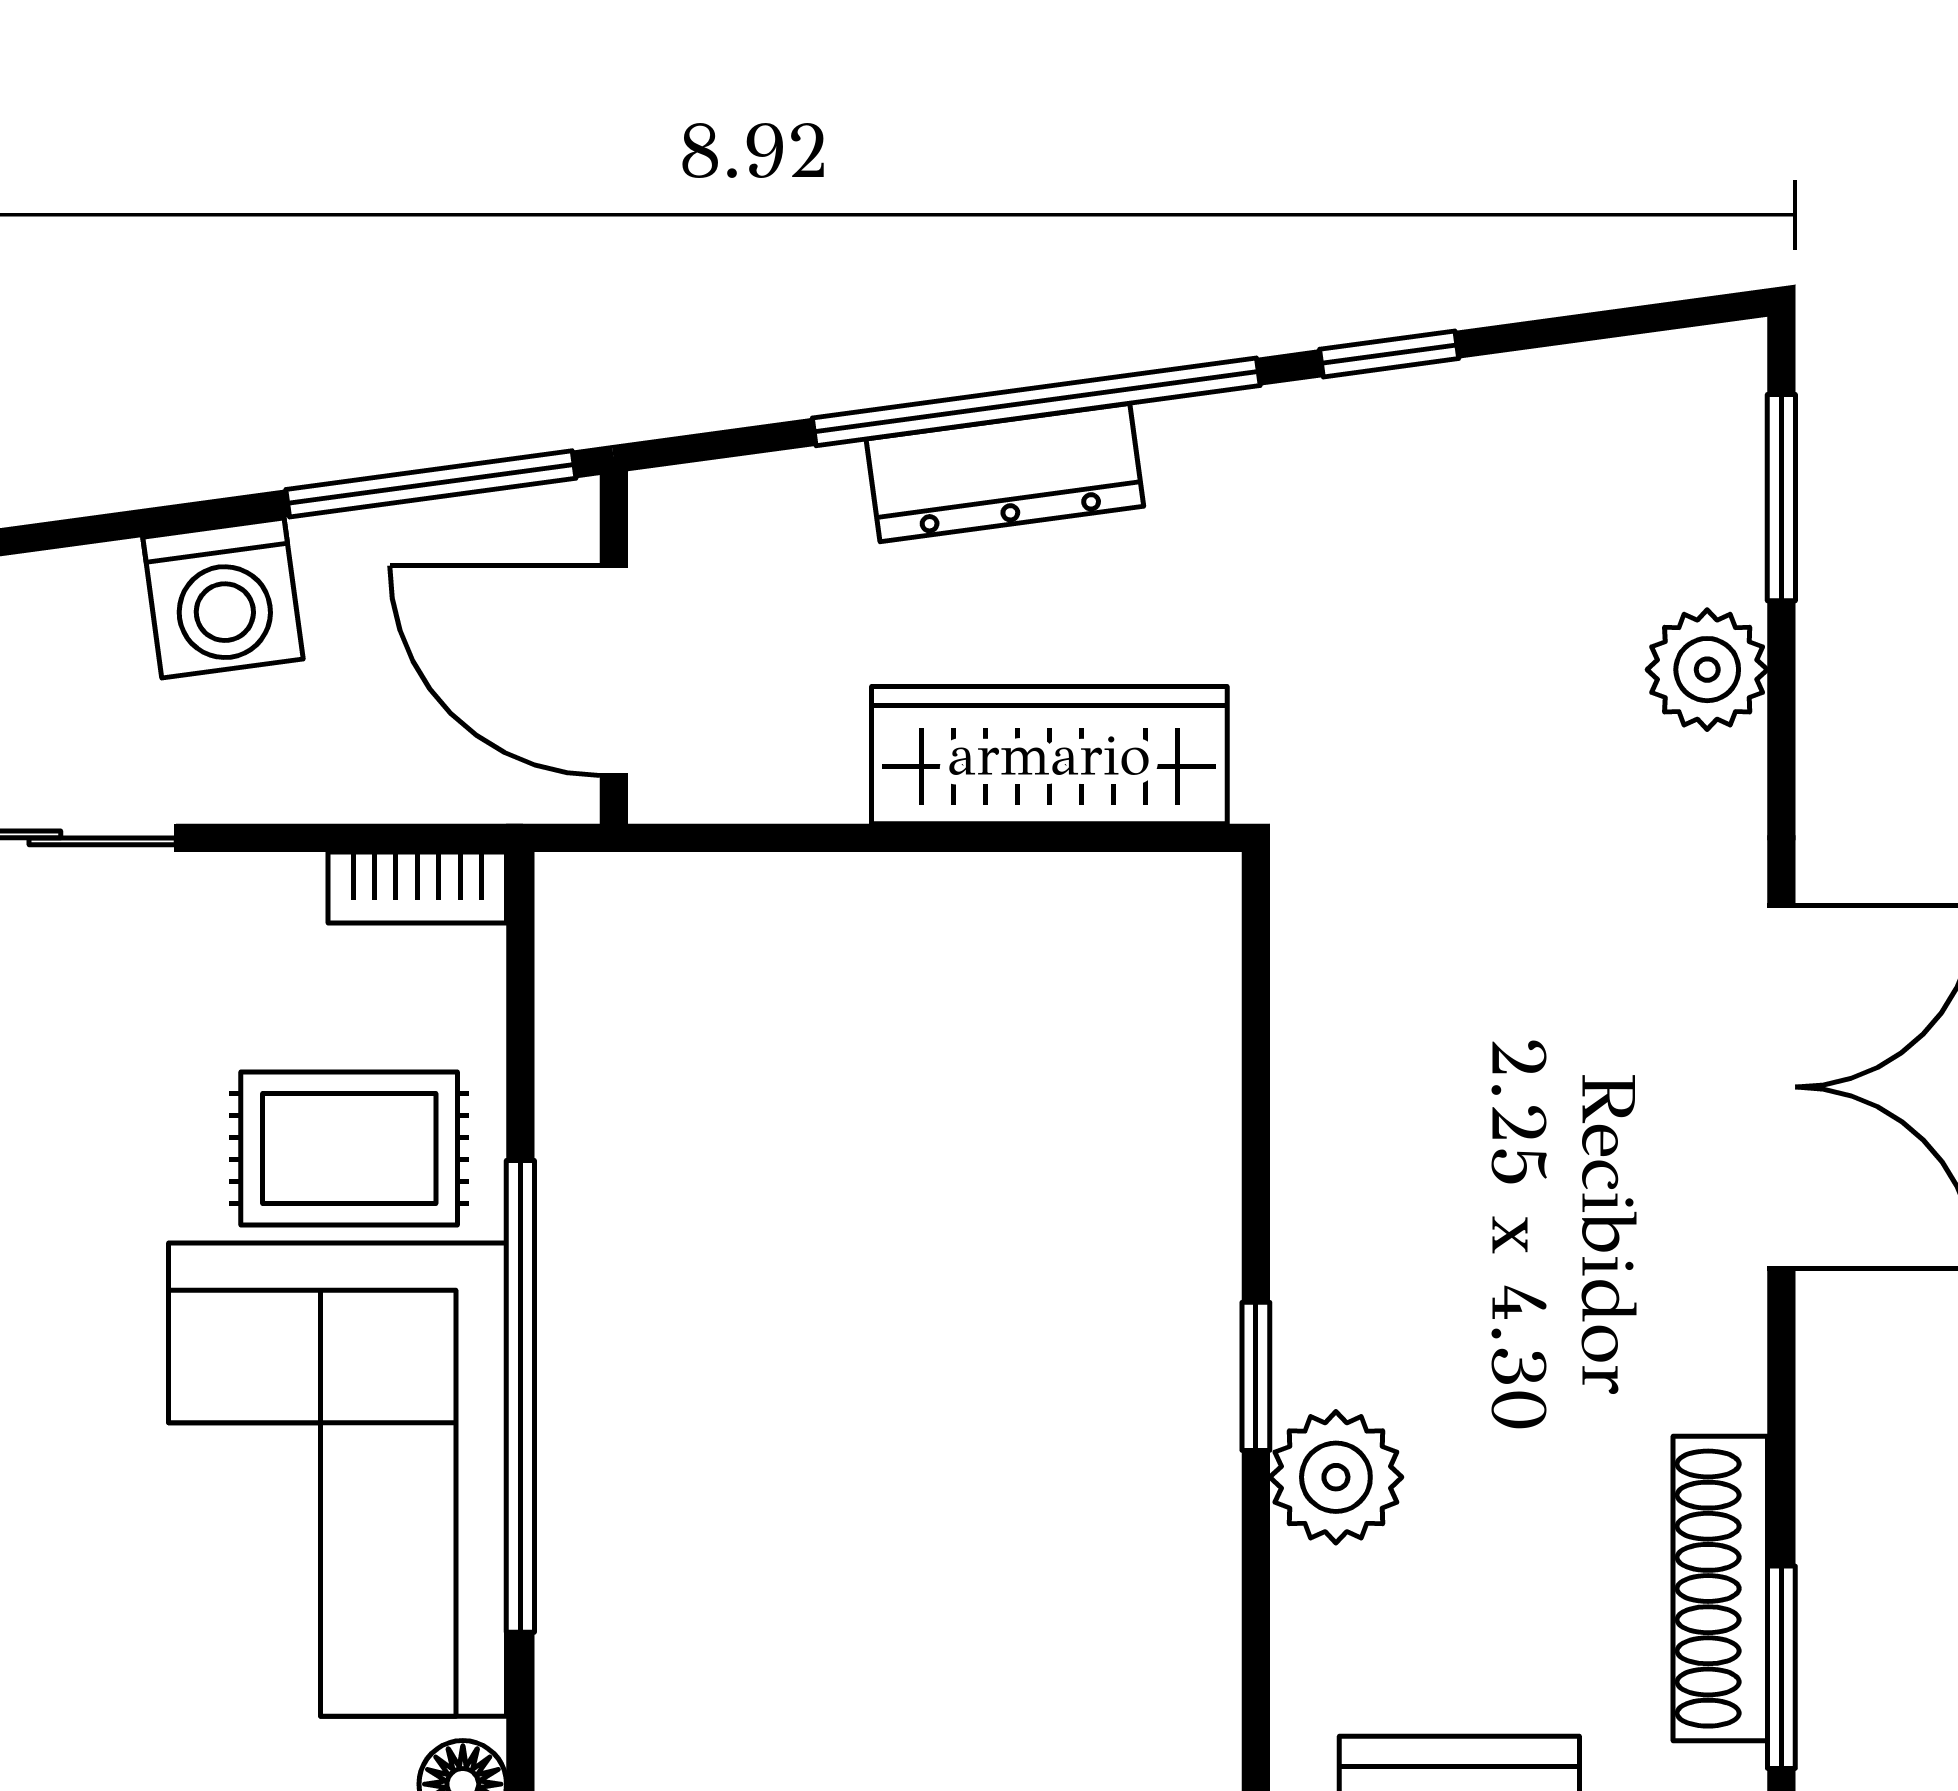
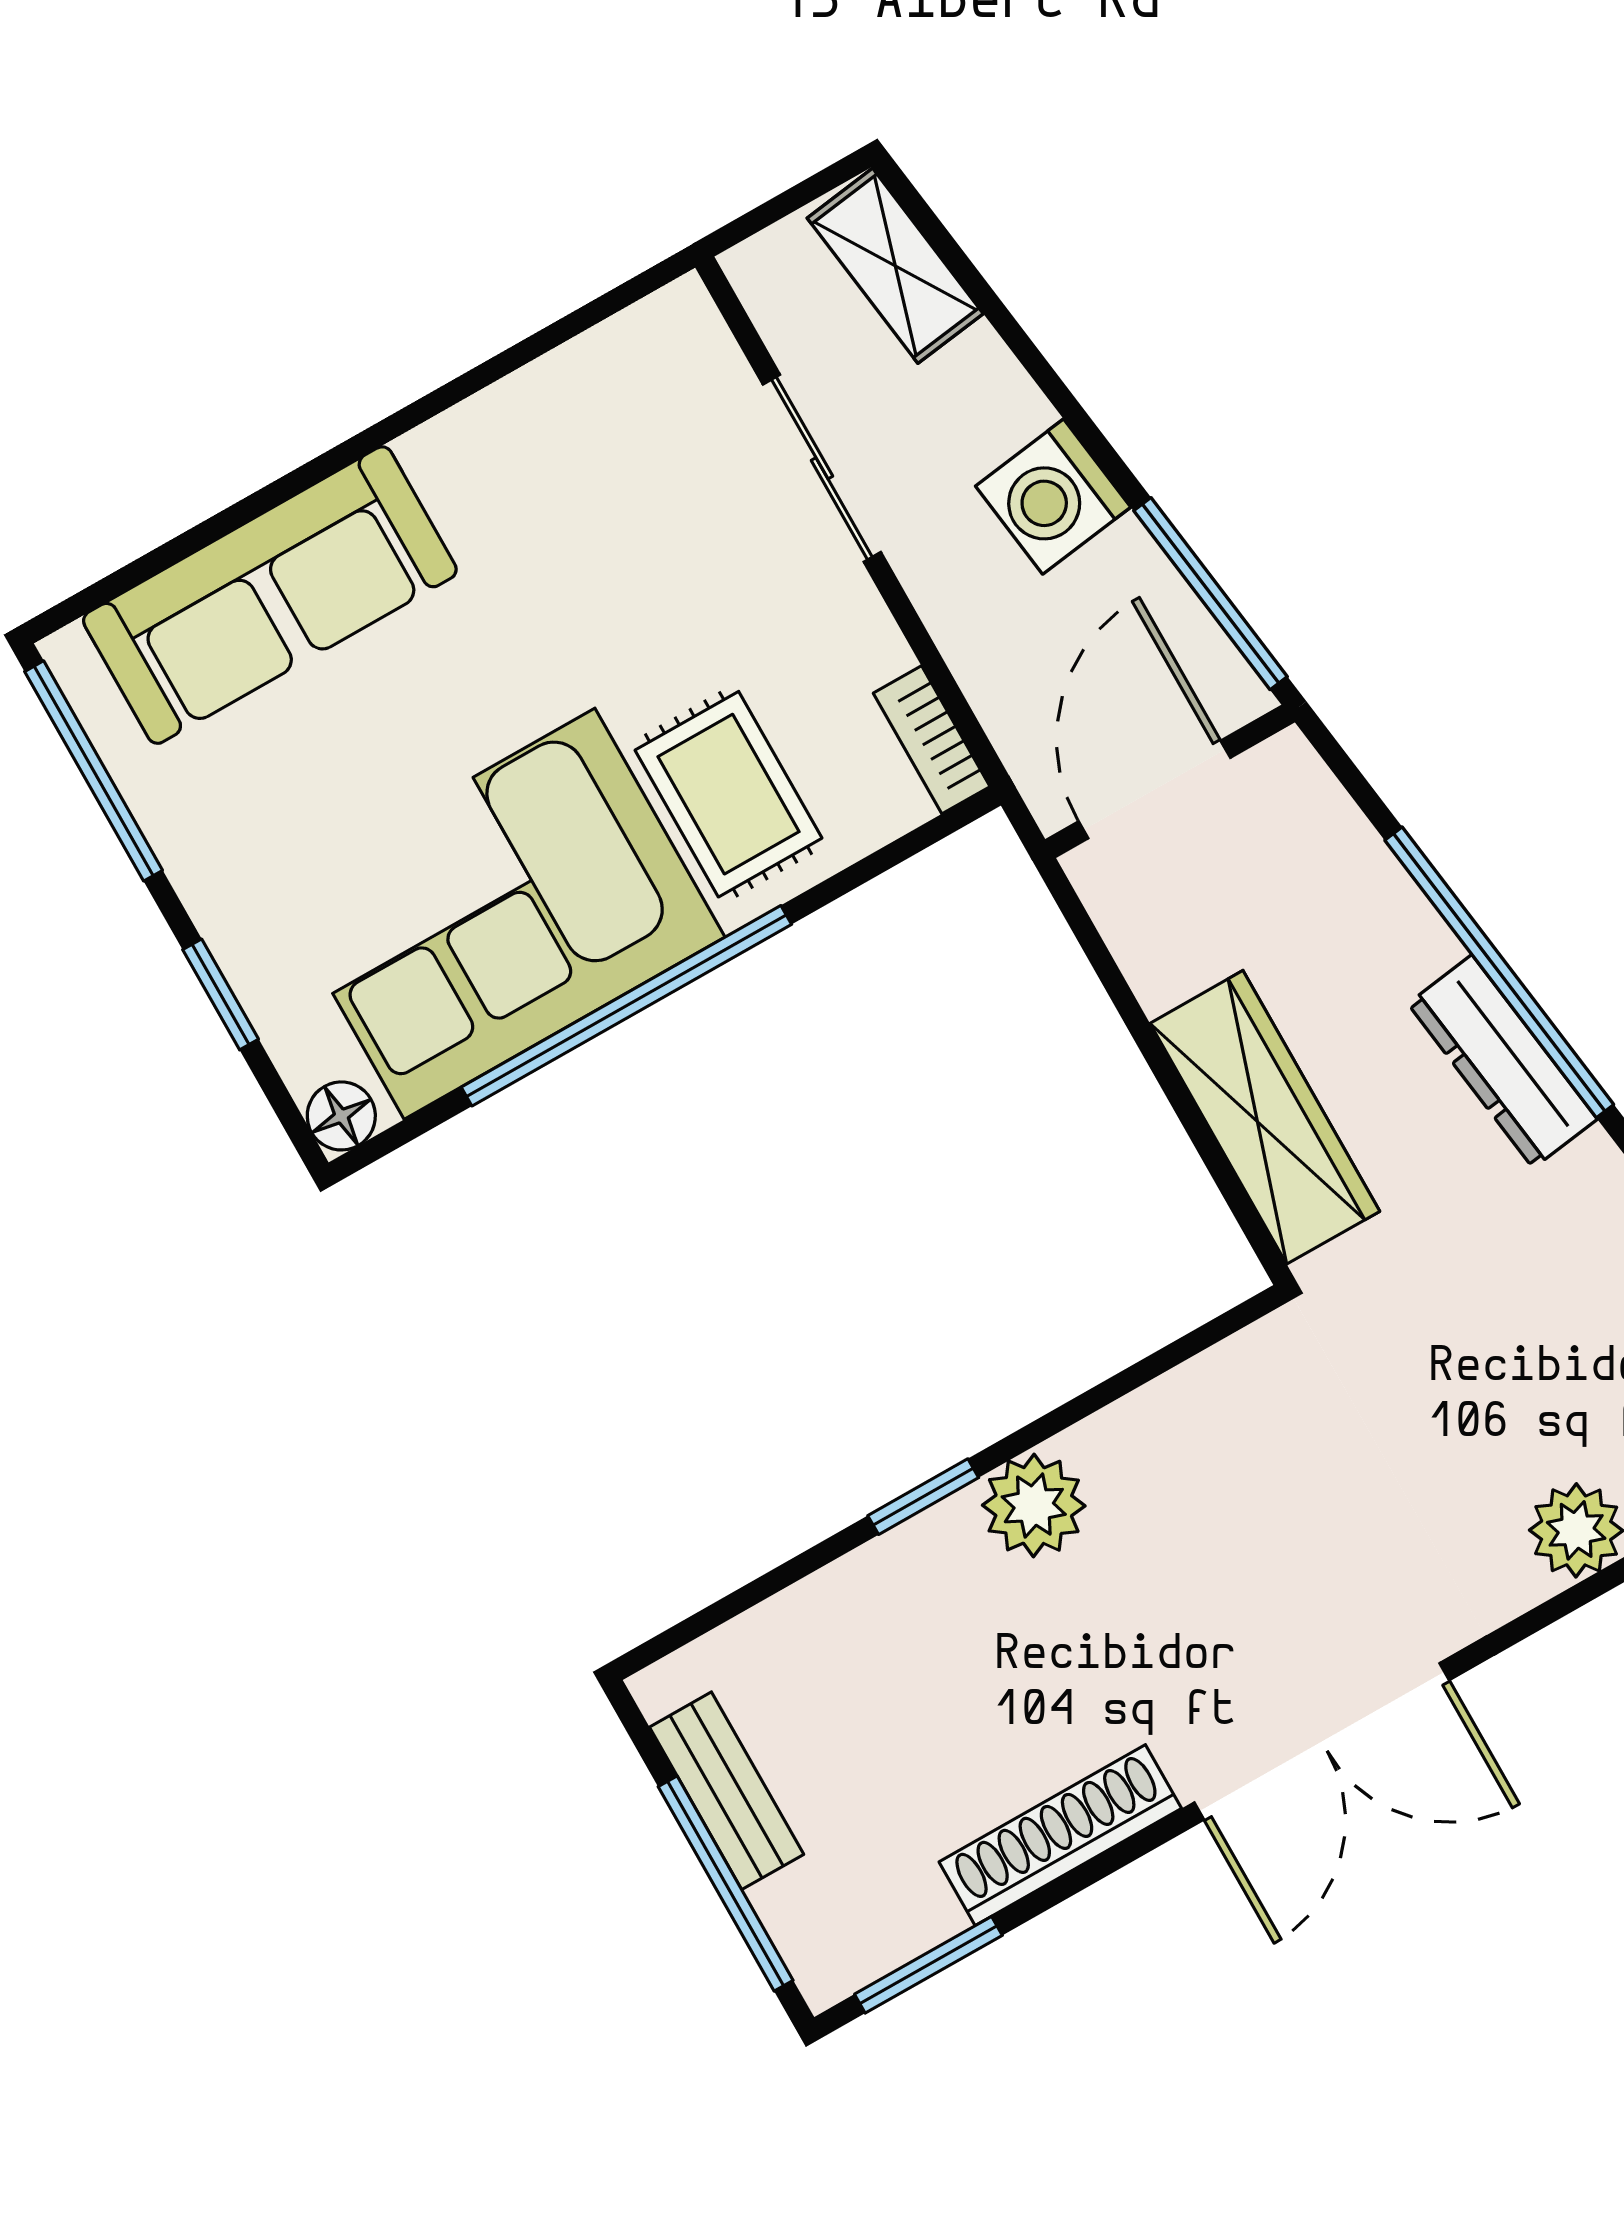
dresser: (1005, 473) -> (1502, 1061), moved
plant: (1336, 1477) -> (1034, 1506), moved
shoe rack: (1720, 1589) -> (1060, 1835), moved

